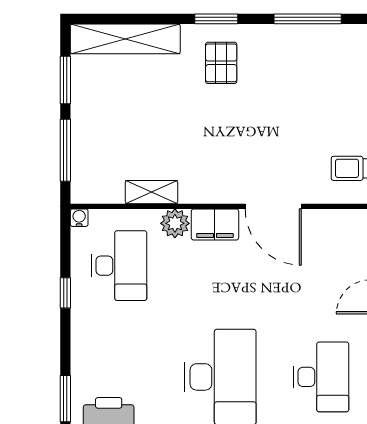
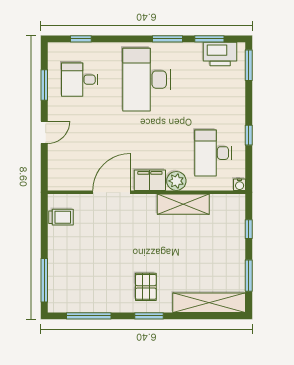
window: (65, 150) -> (249, 229), width x0.46
shelving: (151, 192) -> (183, 204), width x1.50, depth x1.33
door: (273, 206) -> (111, 192), hinge flipped
desk: (321, 377) -> (80, 80), width x0.73

